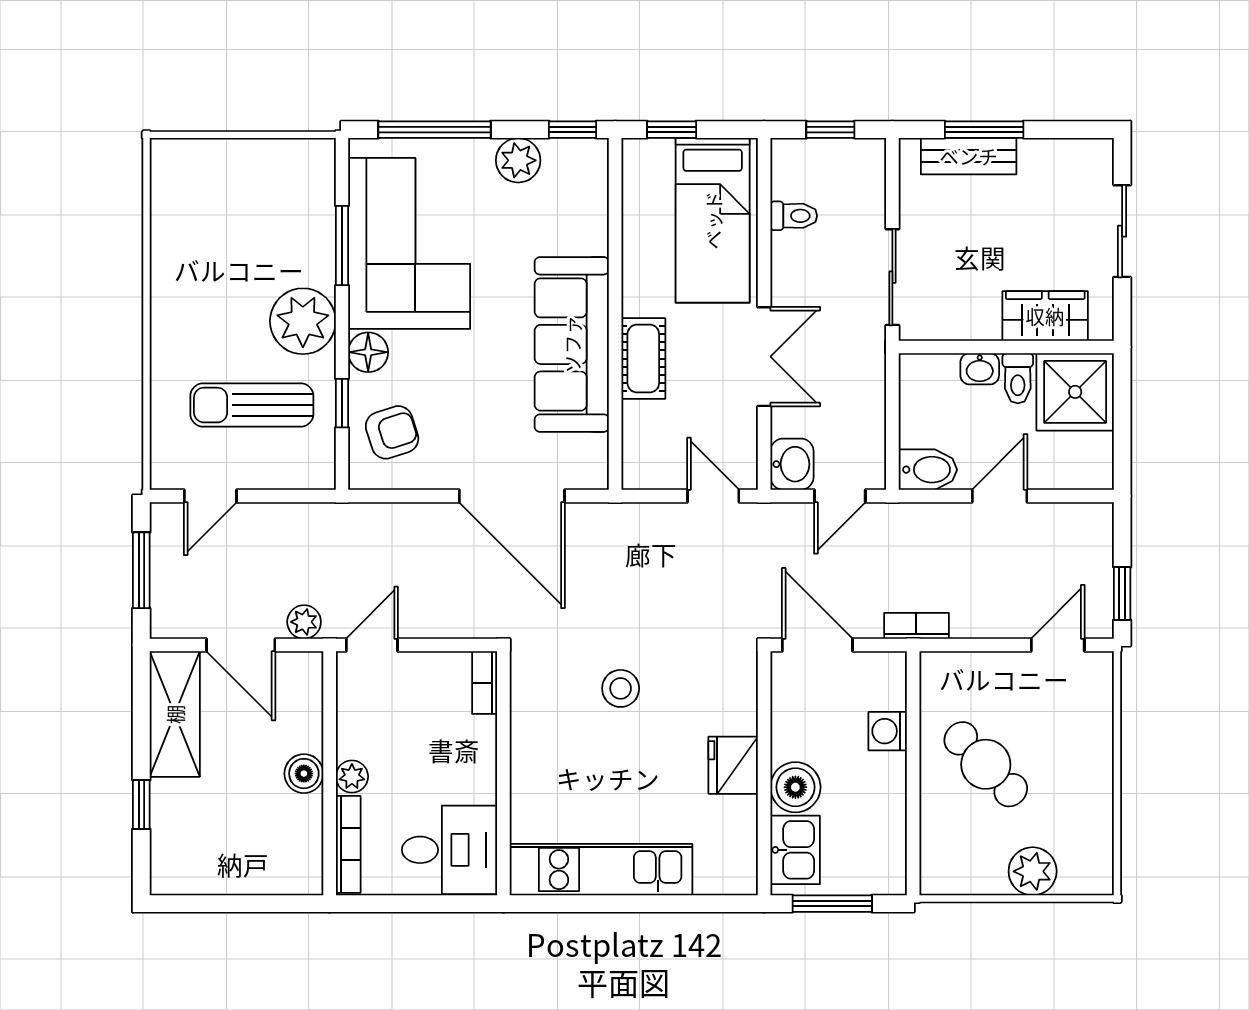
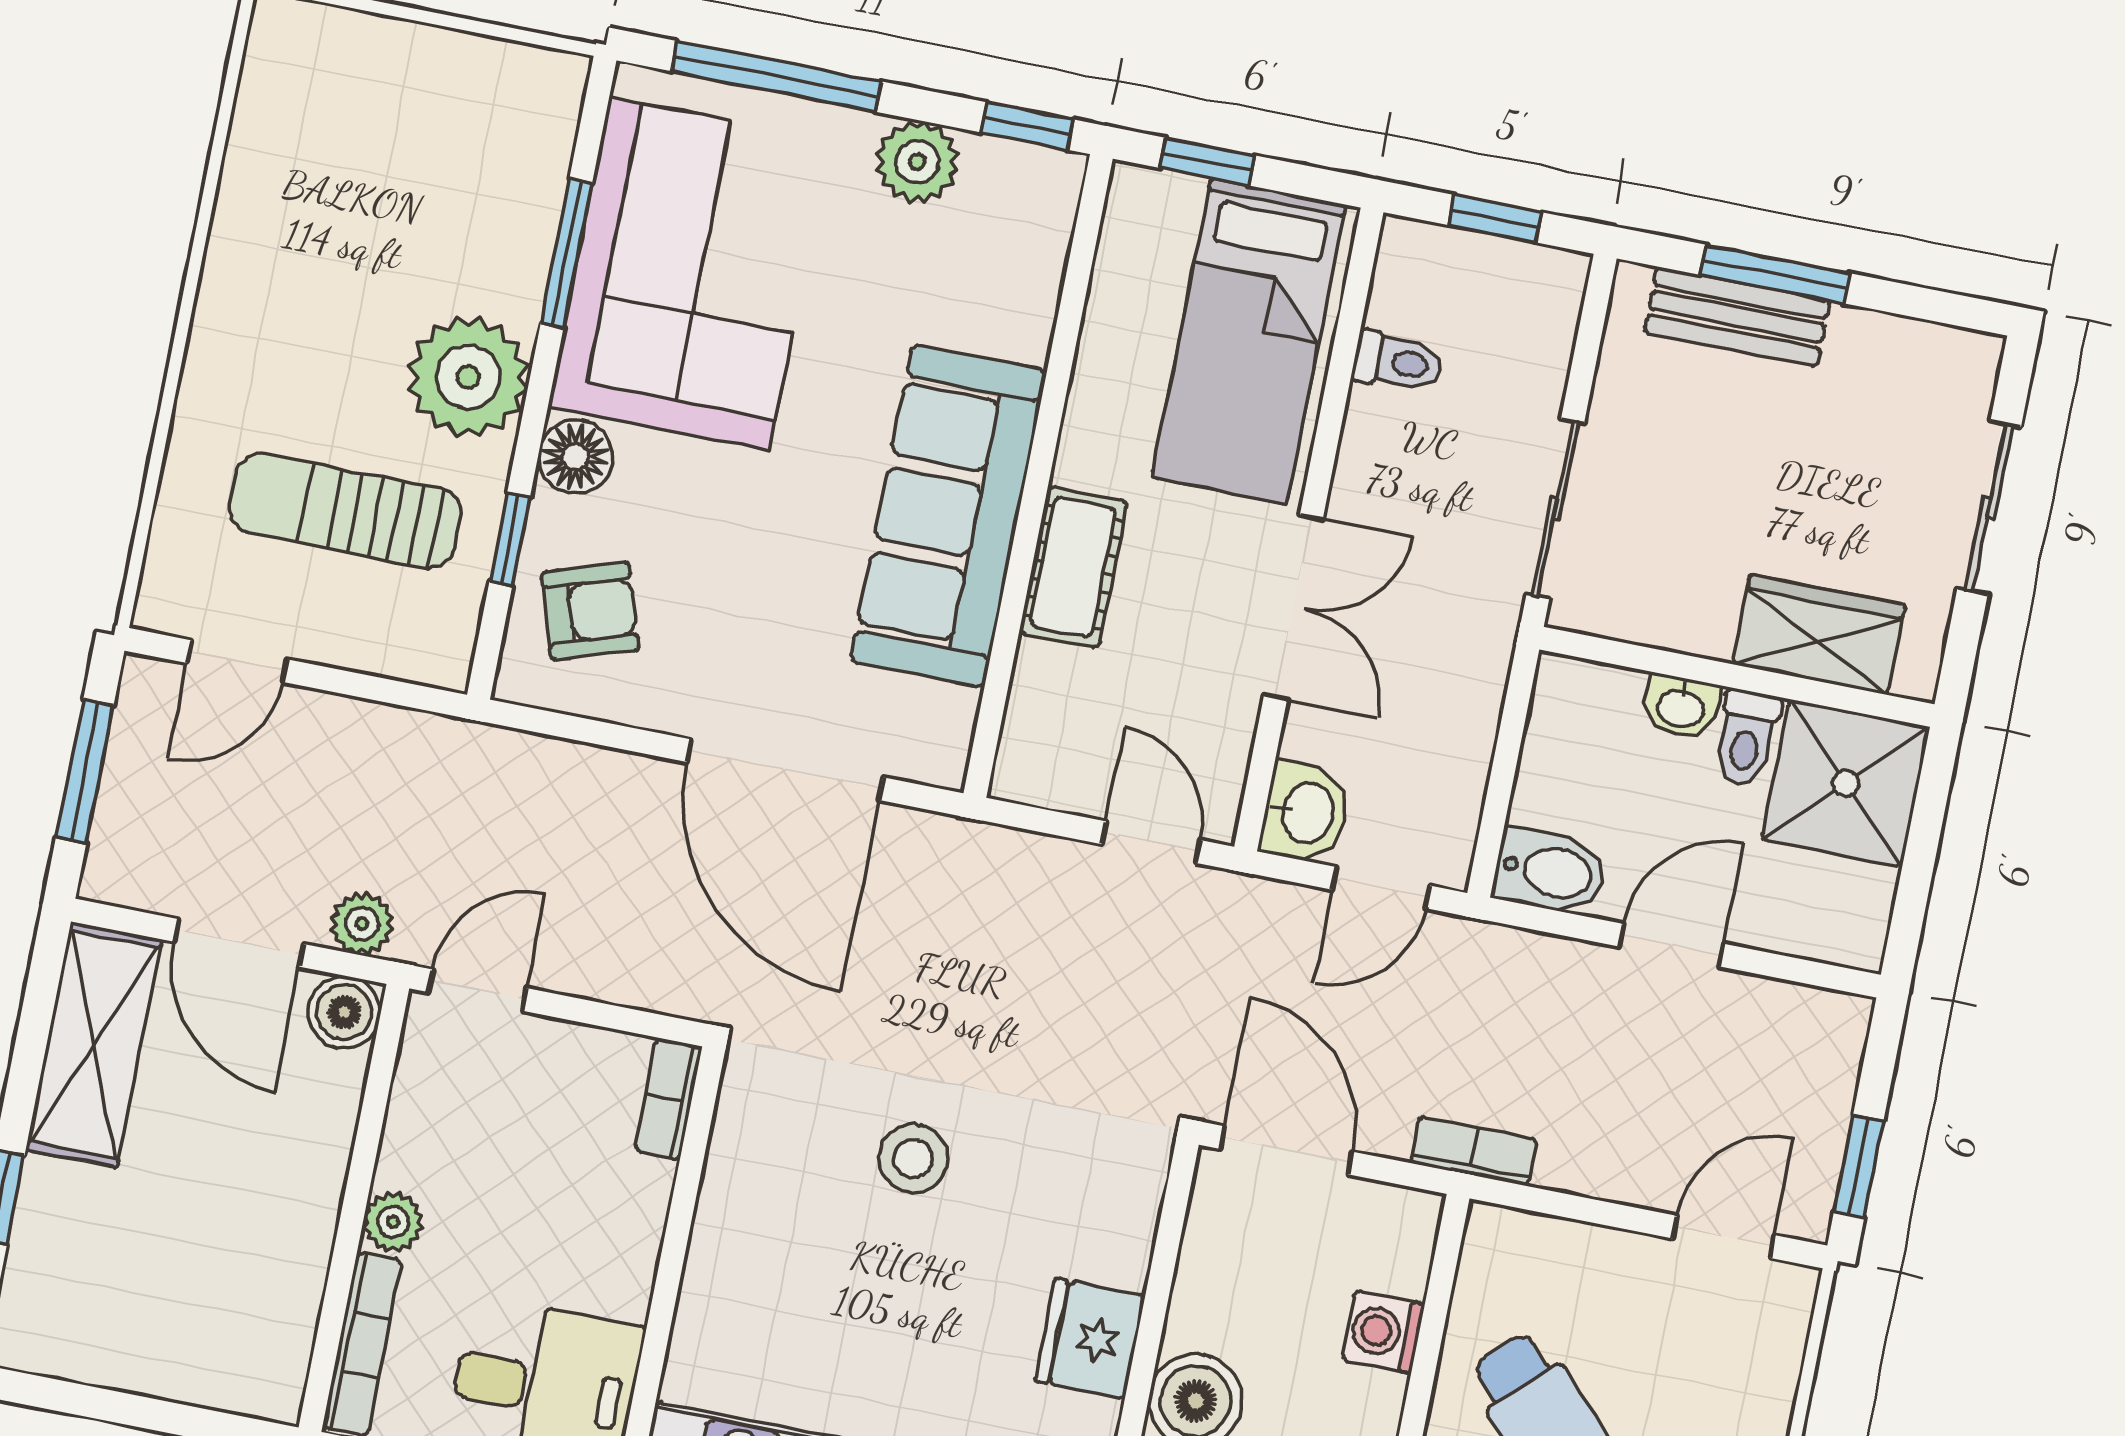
boiler: (304, 774) -> (344, 1012), moved

